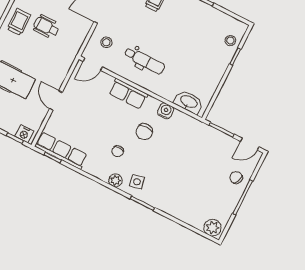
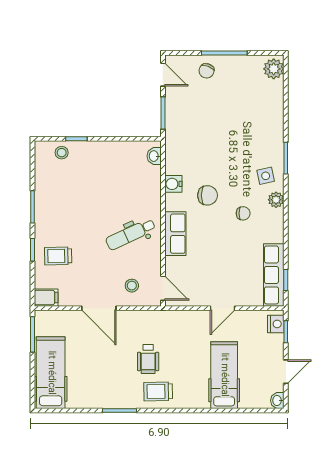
dental chair: (145, 61) -> (131, 234), turned -115
washbasin: (189, 102) -> (154, 156), width x0.52, depth x0.69

